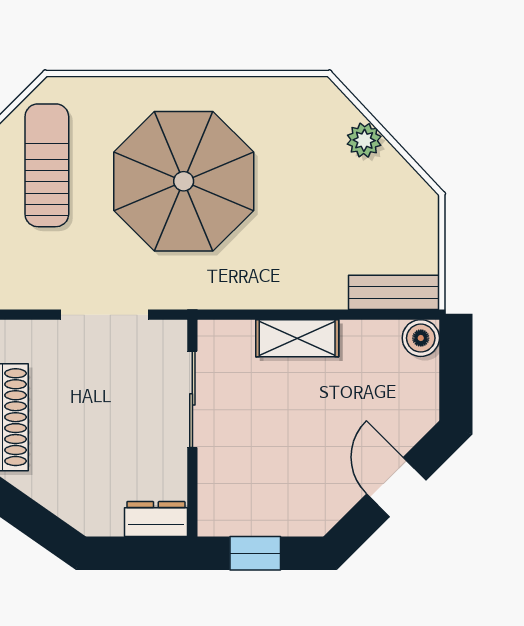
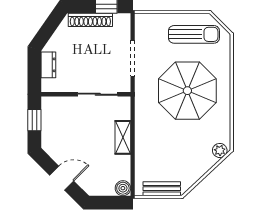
plant: (364, 140) -> (220, 150), moved
bench: (394, 292) -> (162, 189), moved, turned 90
dresser: (156, 519) -> (48, 65), moved

